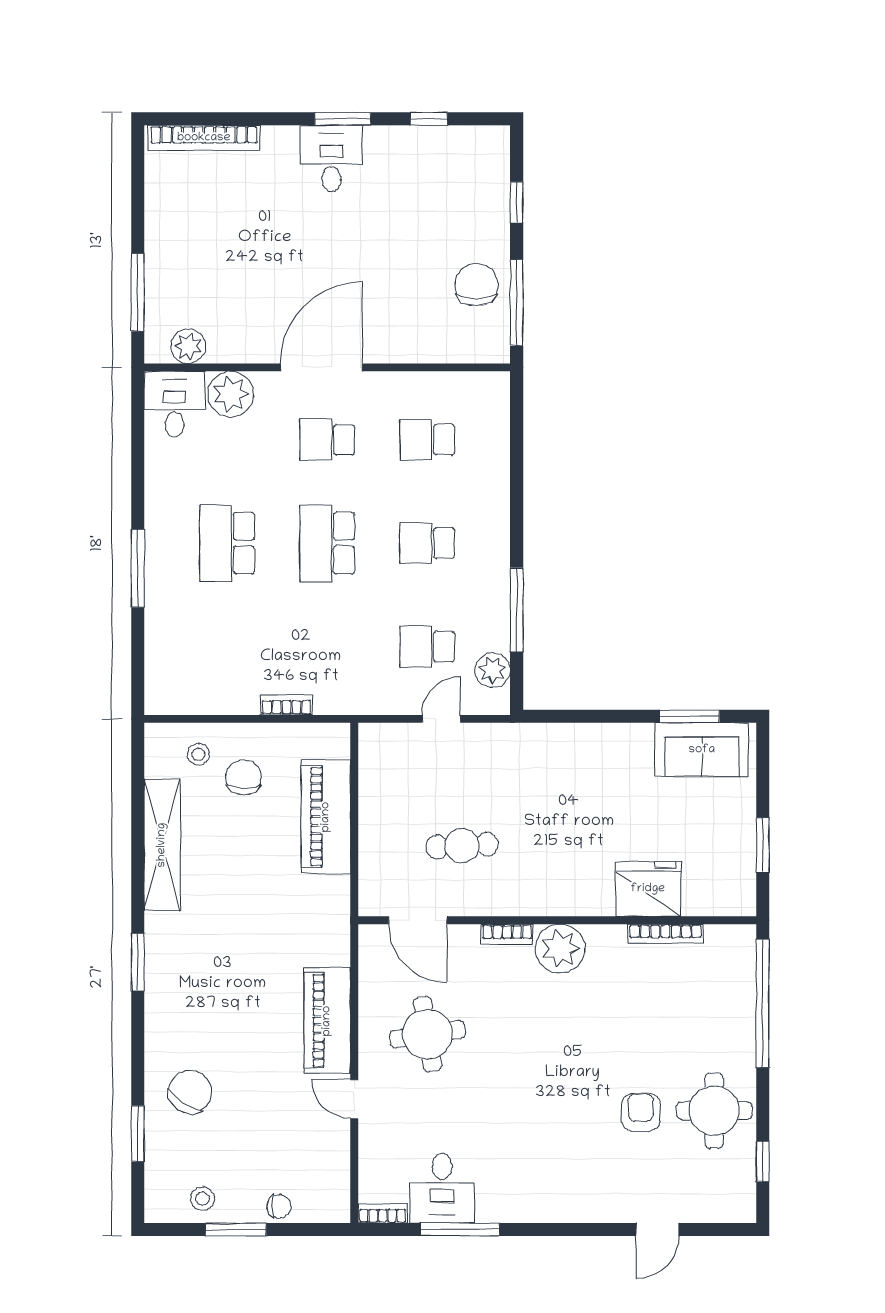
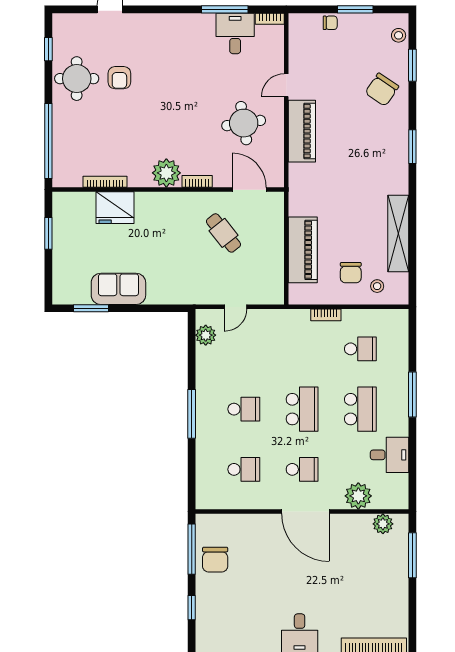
door: (321, 367) -> (305, 511), hinge flipped
desk: (175, 404) -> (390, 455), moved, turned -90
window: (517, 610) -> (192, 414), moved
school desk: (427, 647) -> (360, 349), moved
sofa: (702, 750) -> (118, 289), moved
cafe table: (462, 846) -> (223, 233), turned 55
window: (138, 962) -> (412, 147), moved
door: (354, 1099) -> (286, 85), swing flipped
stool: (202, 1199) -> (399, 35), moved
chair: (279, 1206) -> (330, 23), turned 180

